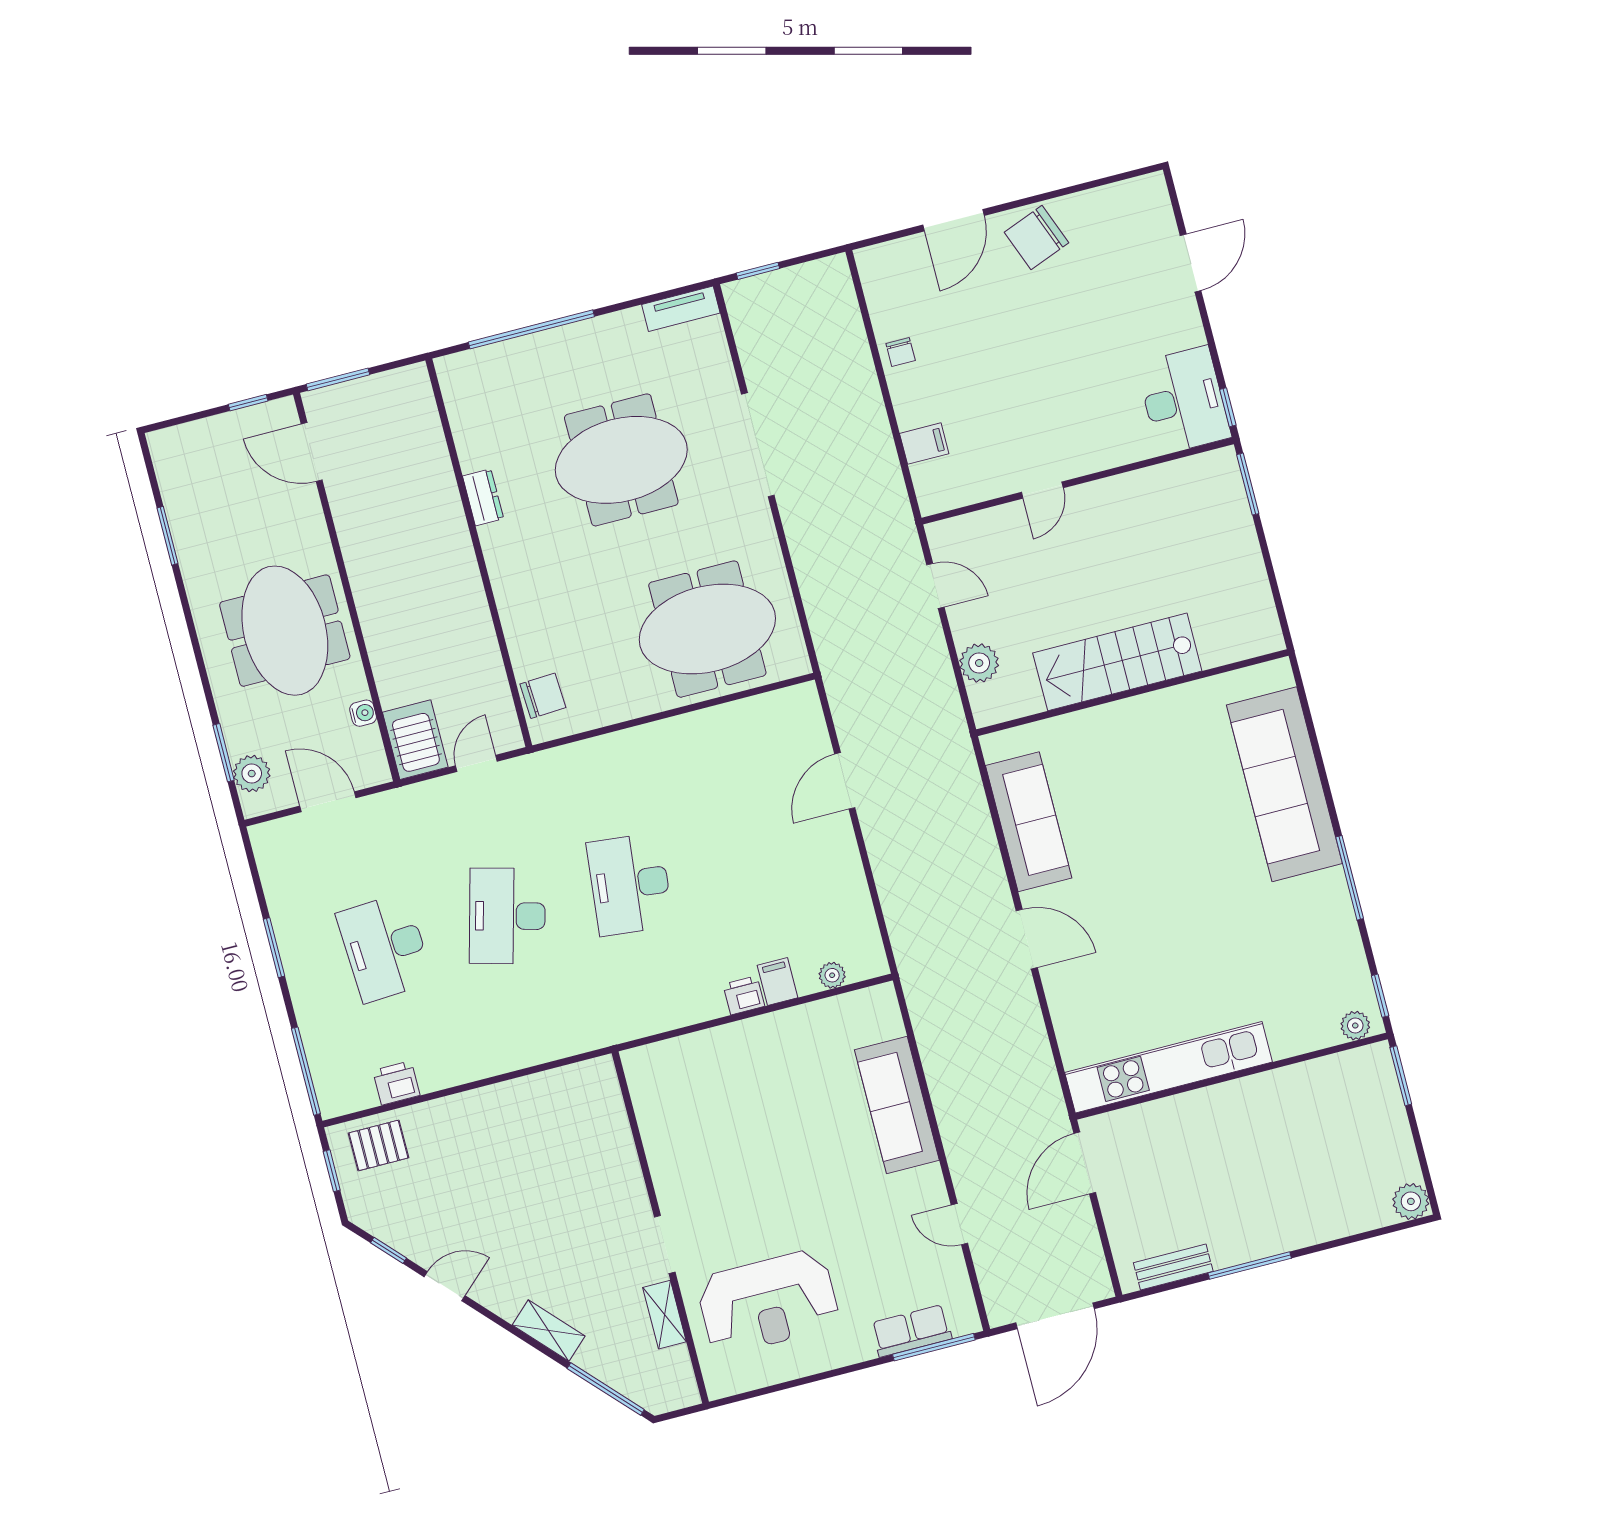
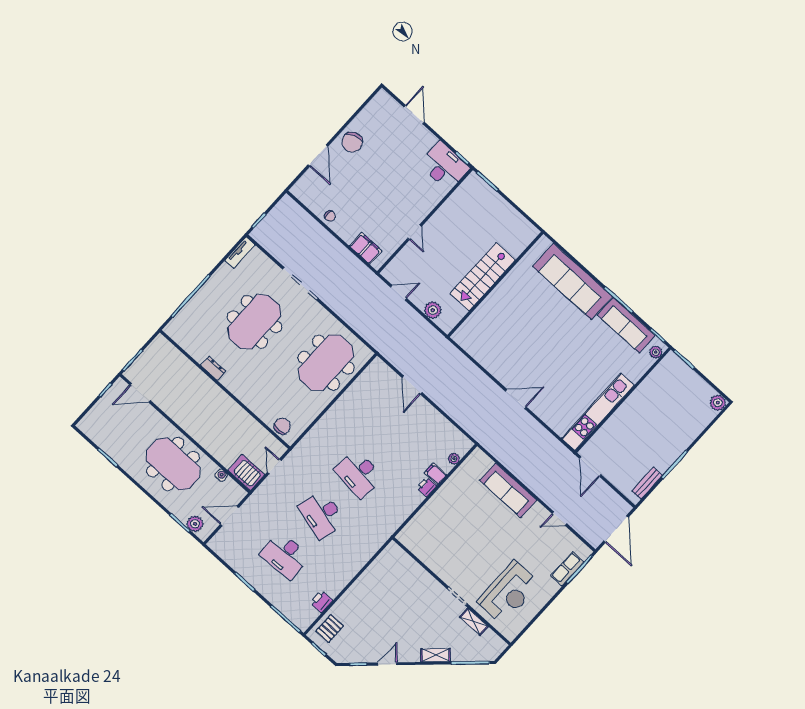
filing cabinet: (924, 444) -> (366, 248), width x2.00
sofa: (1029, 822) -> (626, 325), moved, turned 180

